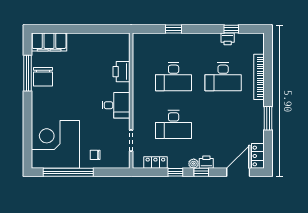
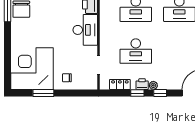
desk: (116, 105) -> (85, 30), width x1.37
printer: (206, 162) -> (142, 84), moved
window: (68, 172) -> (43, 93), width x0.47

